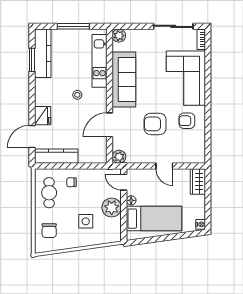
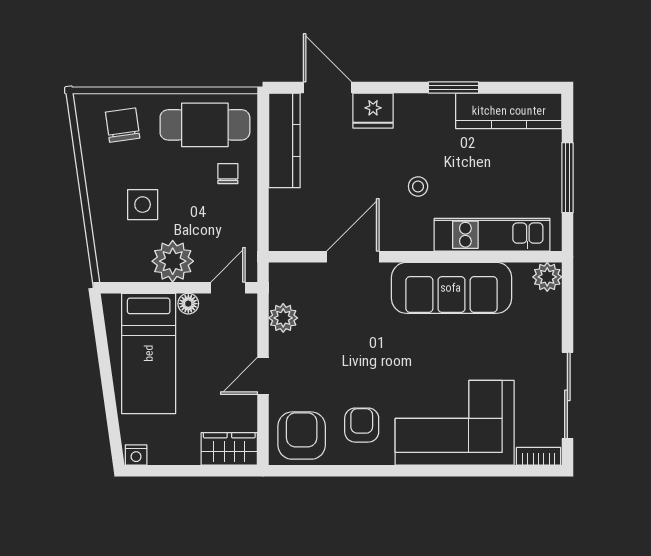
window: (32, 60) -> (453, 88), moved
armchair: (155, 124) -> (302, 436), moved
door: (110, 125) -> (353, 257), hinge flipped
plant: (119, 157) -> (283, 318), moved
cafe table: (49, 193) -> (205, 125), width x1.37, depth x1.35
chair: (49, 231) -> (123, 125), turned 82

